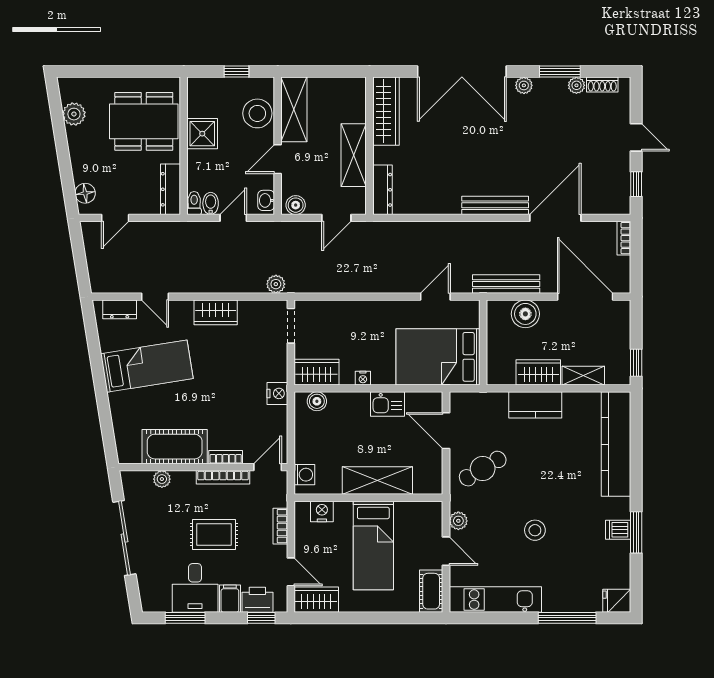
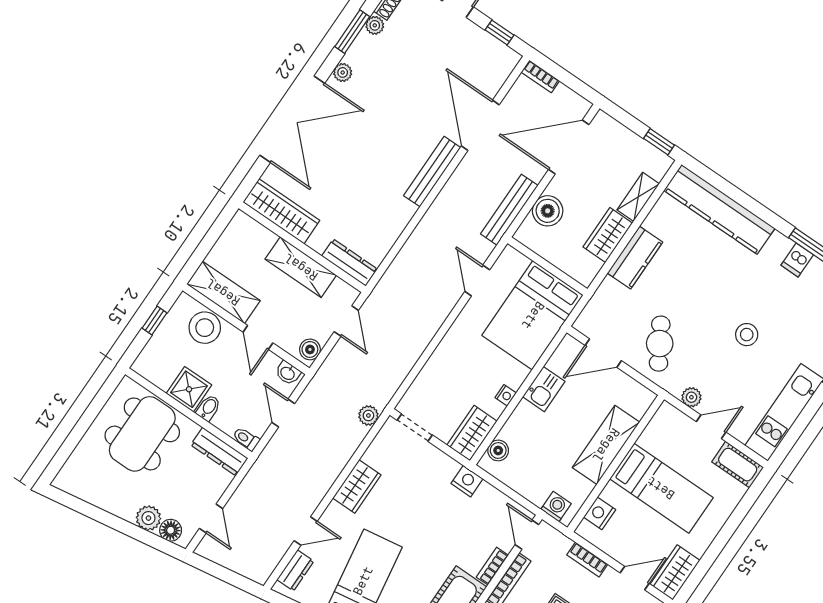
plant: (74, 114) -> (148, 518), moved
bidet: (211, 203) -> (208, 408), moved, turned 90

